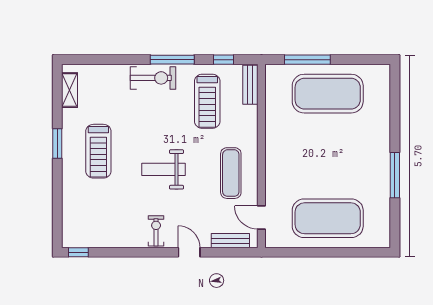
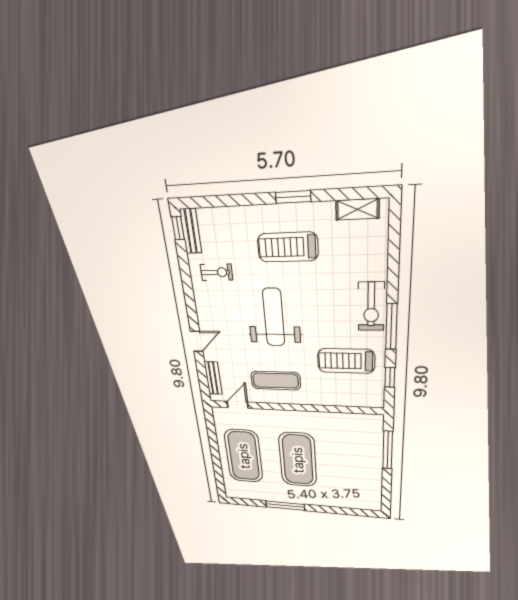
bench: (250, 85) -> (191, 231), moved, turned 90
exercise mat: (328, 94) -> (298, 460), moved
weight bench: (164, 169) -> (274, 317), width x1.36, depth x1.33
exercise bike: (156, 231) -> (217, 272), moved

